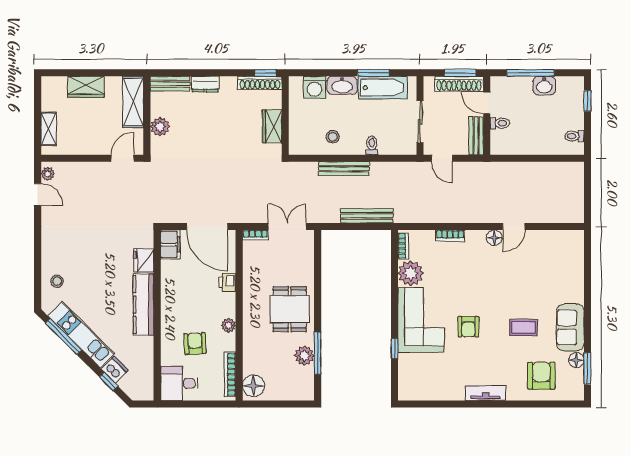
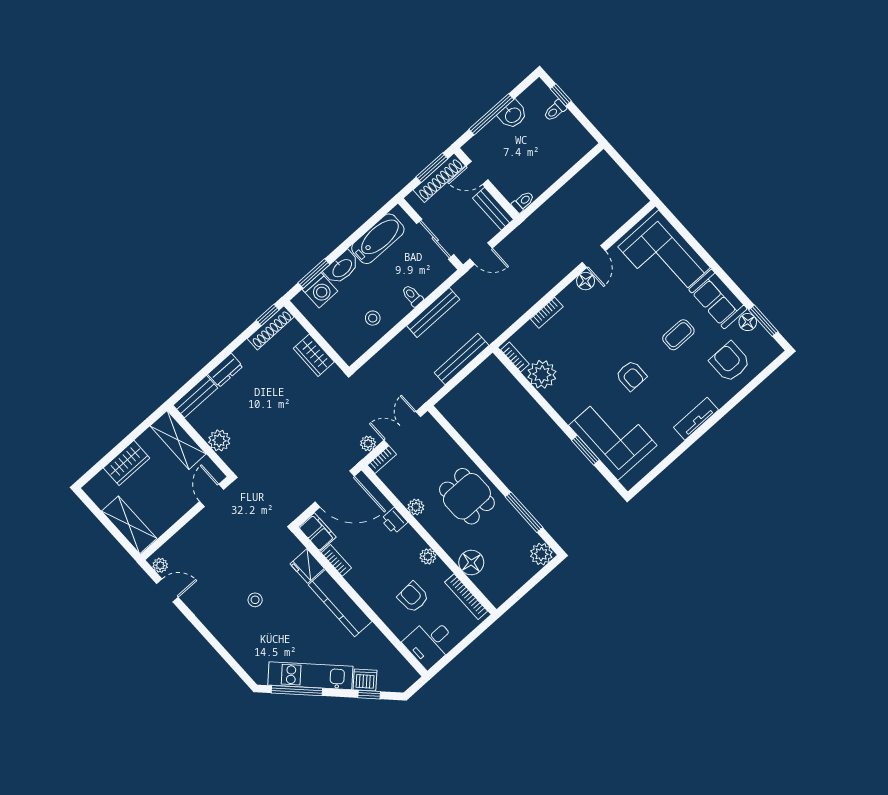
window: (373, 73) -> (314, 274), moved
toilet: (500, 123) -> (523, 202), moved
shelving: (49, 129) -> (129, 525), width x1.50, depth x1.33
toilet: (574, 136) -> (555, 111), moved
bench: (344, 169) -> (433, 313), moved
plant: (256, 216) -> (368, 443), added
corner sofa: (560, 268) -> (664, 257), added
bookcase: (166, 274) -> (336, 560), added
stool: (57, 281) -> (255, 600), moved
plant: (250, 286) -> (416, 507), added
corner sofa: (421, 320) -> (613, 435), moved
window: (394, 349) -> (585, 450), width x1.50
plant: (304, 356) -> (541, 554), moved
floor lamp: (253, 386) -> (471, 563), moved

